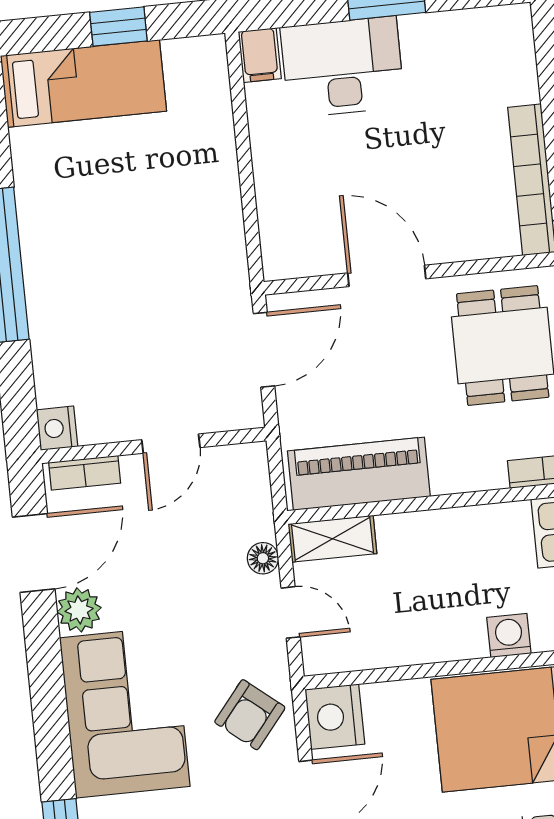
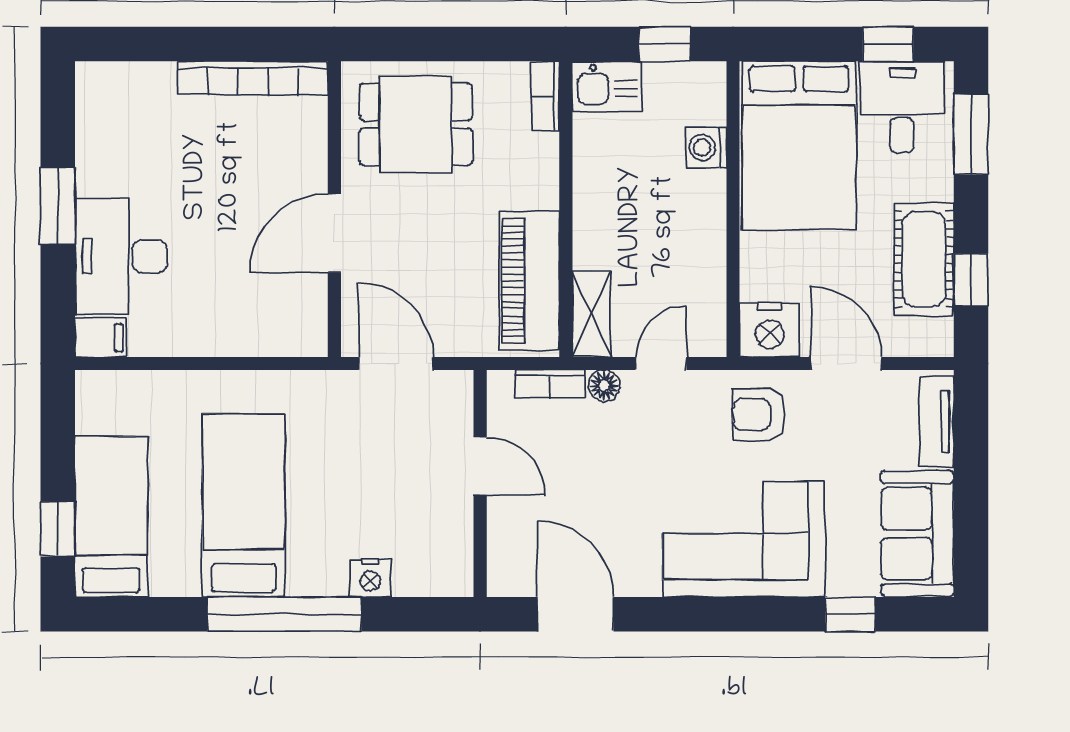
window: (118, 27) -> (58, 529), moved
bed: (108, 213) -> (243, 506), added
nightstand: (57, 428) -> (370, 578), moved
bookcase: (85, 473) -> (550, 384), moved, turned 90
plant: (79, 610) -> (637, 575), removed
armchair: (250, 715) -> (759, 415), turned 141

